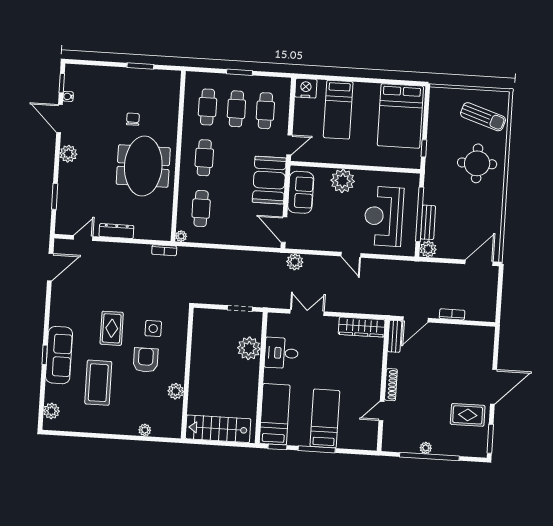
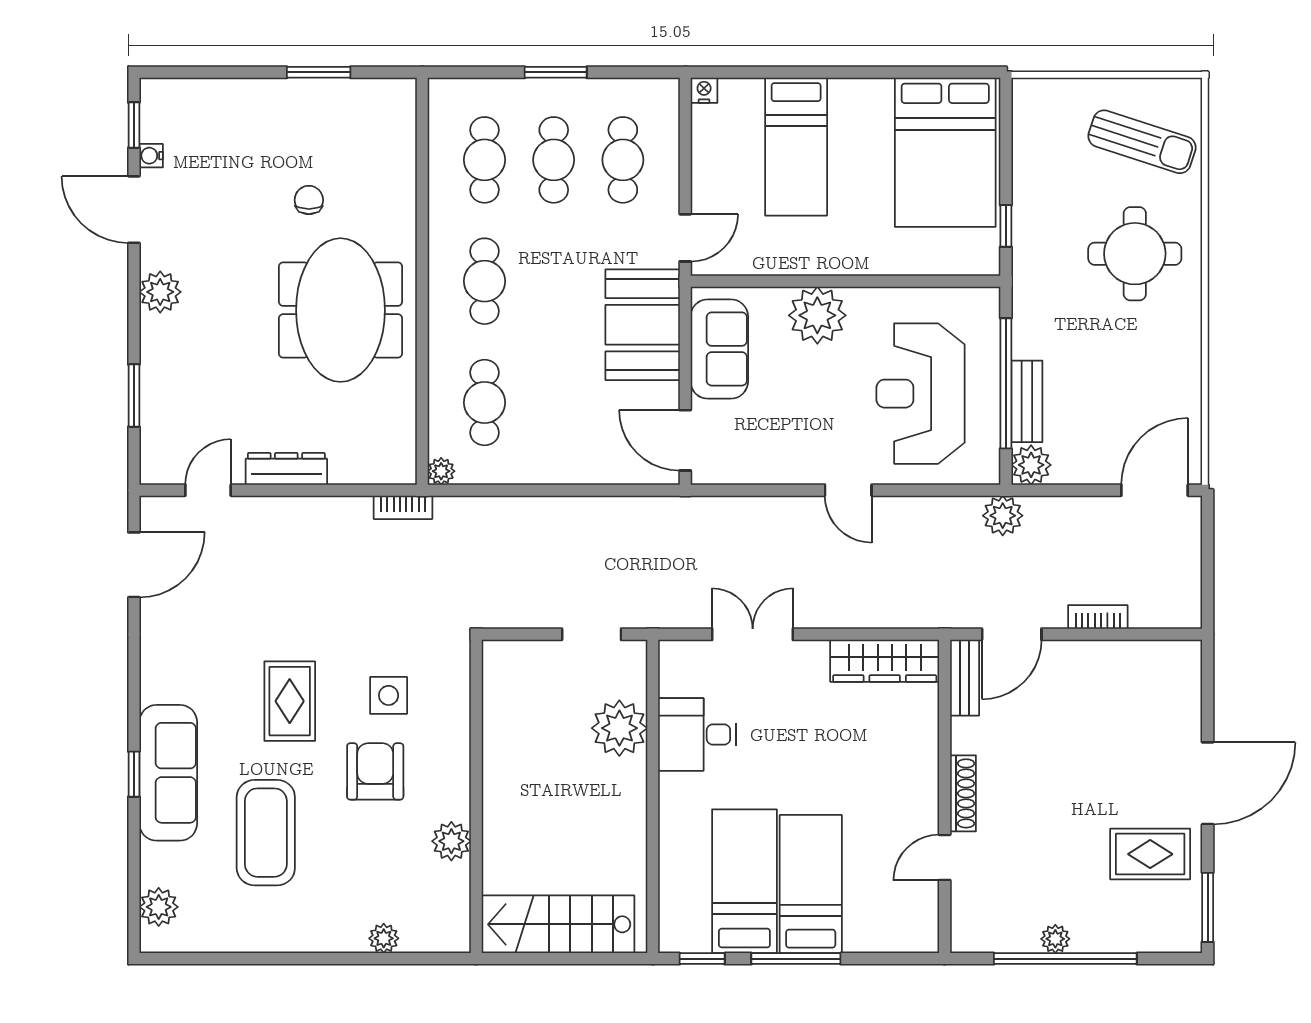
nightstand: (306, 88) -> (704, 90), width x0.53, depth x0.56
plant: (295, 262) -> (1003, 516), moved
bed: (275, 414) -> (744, 881), moved

